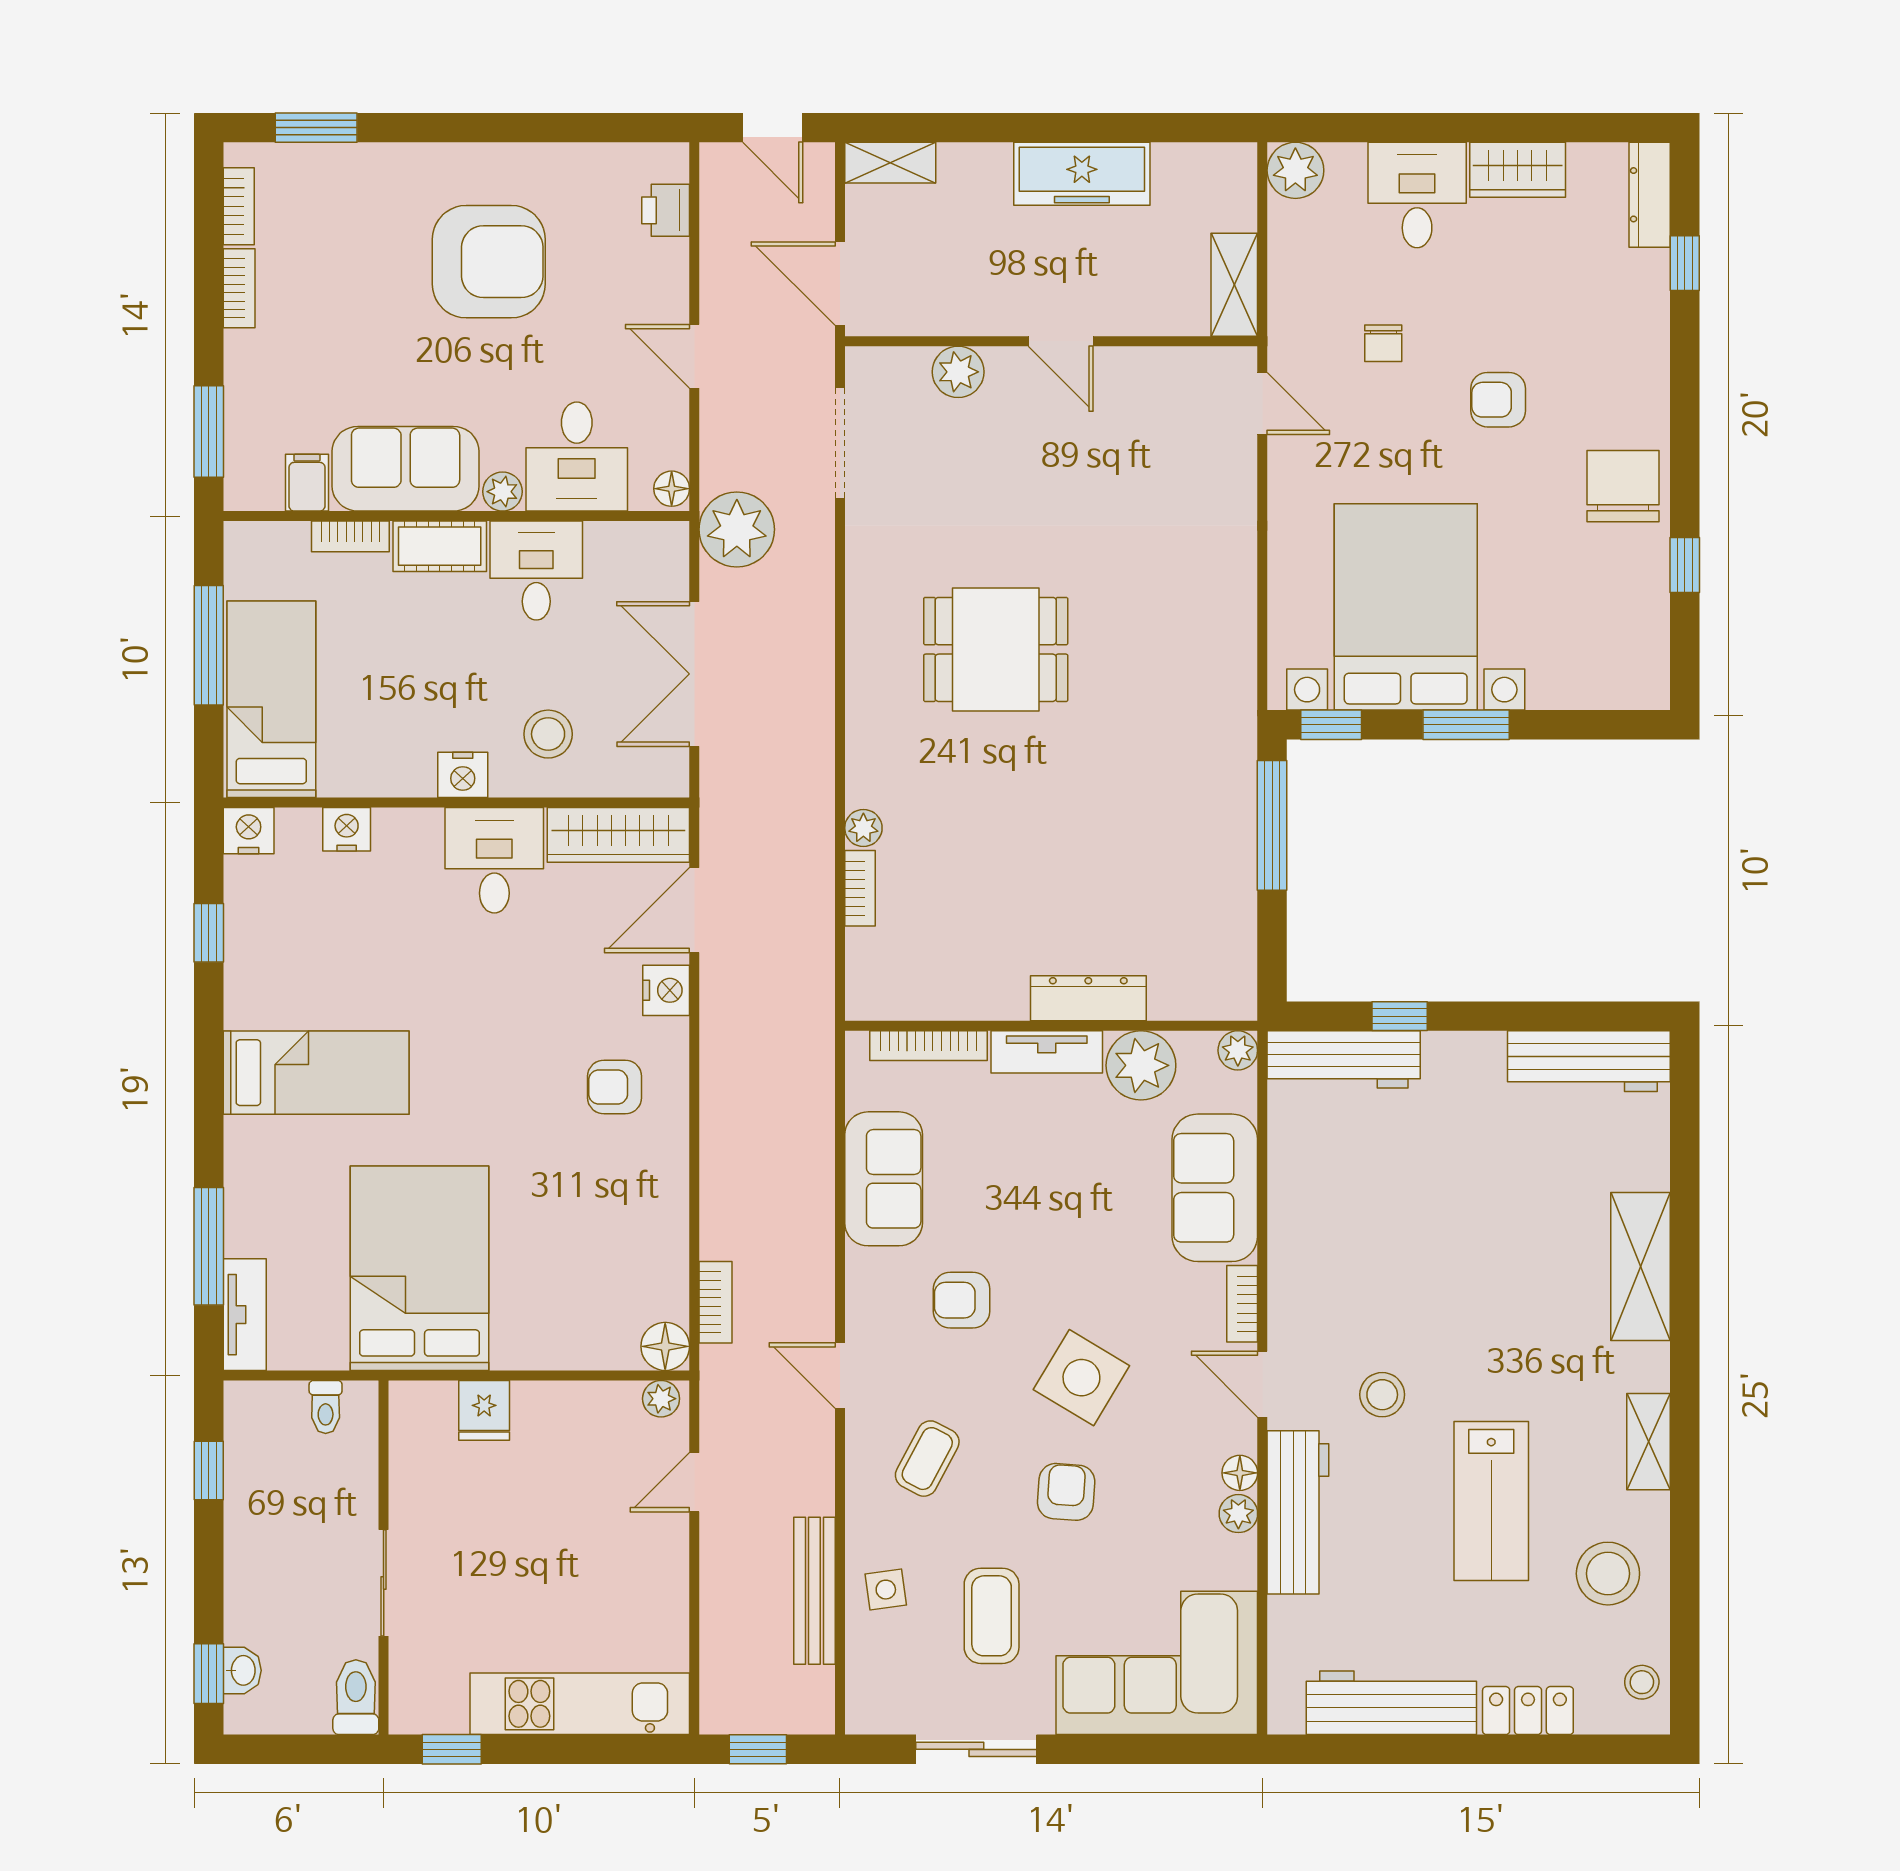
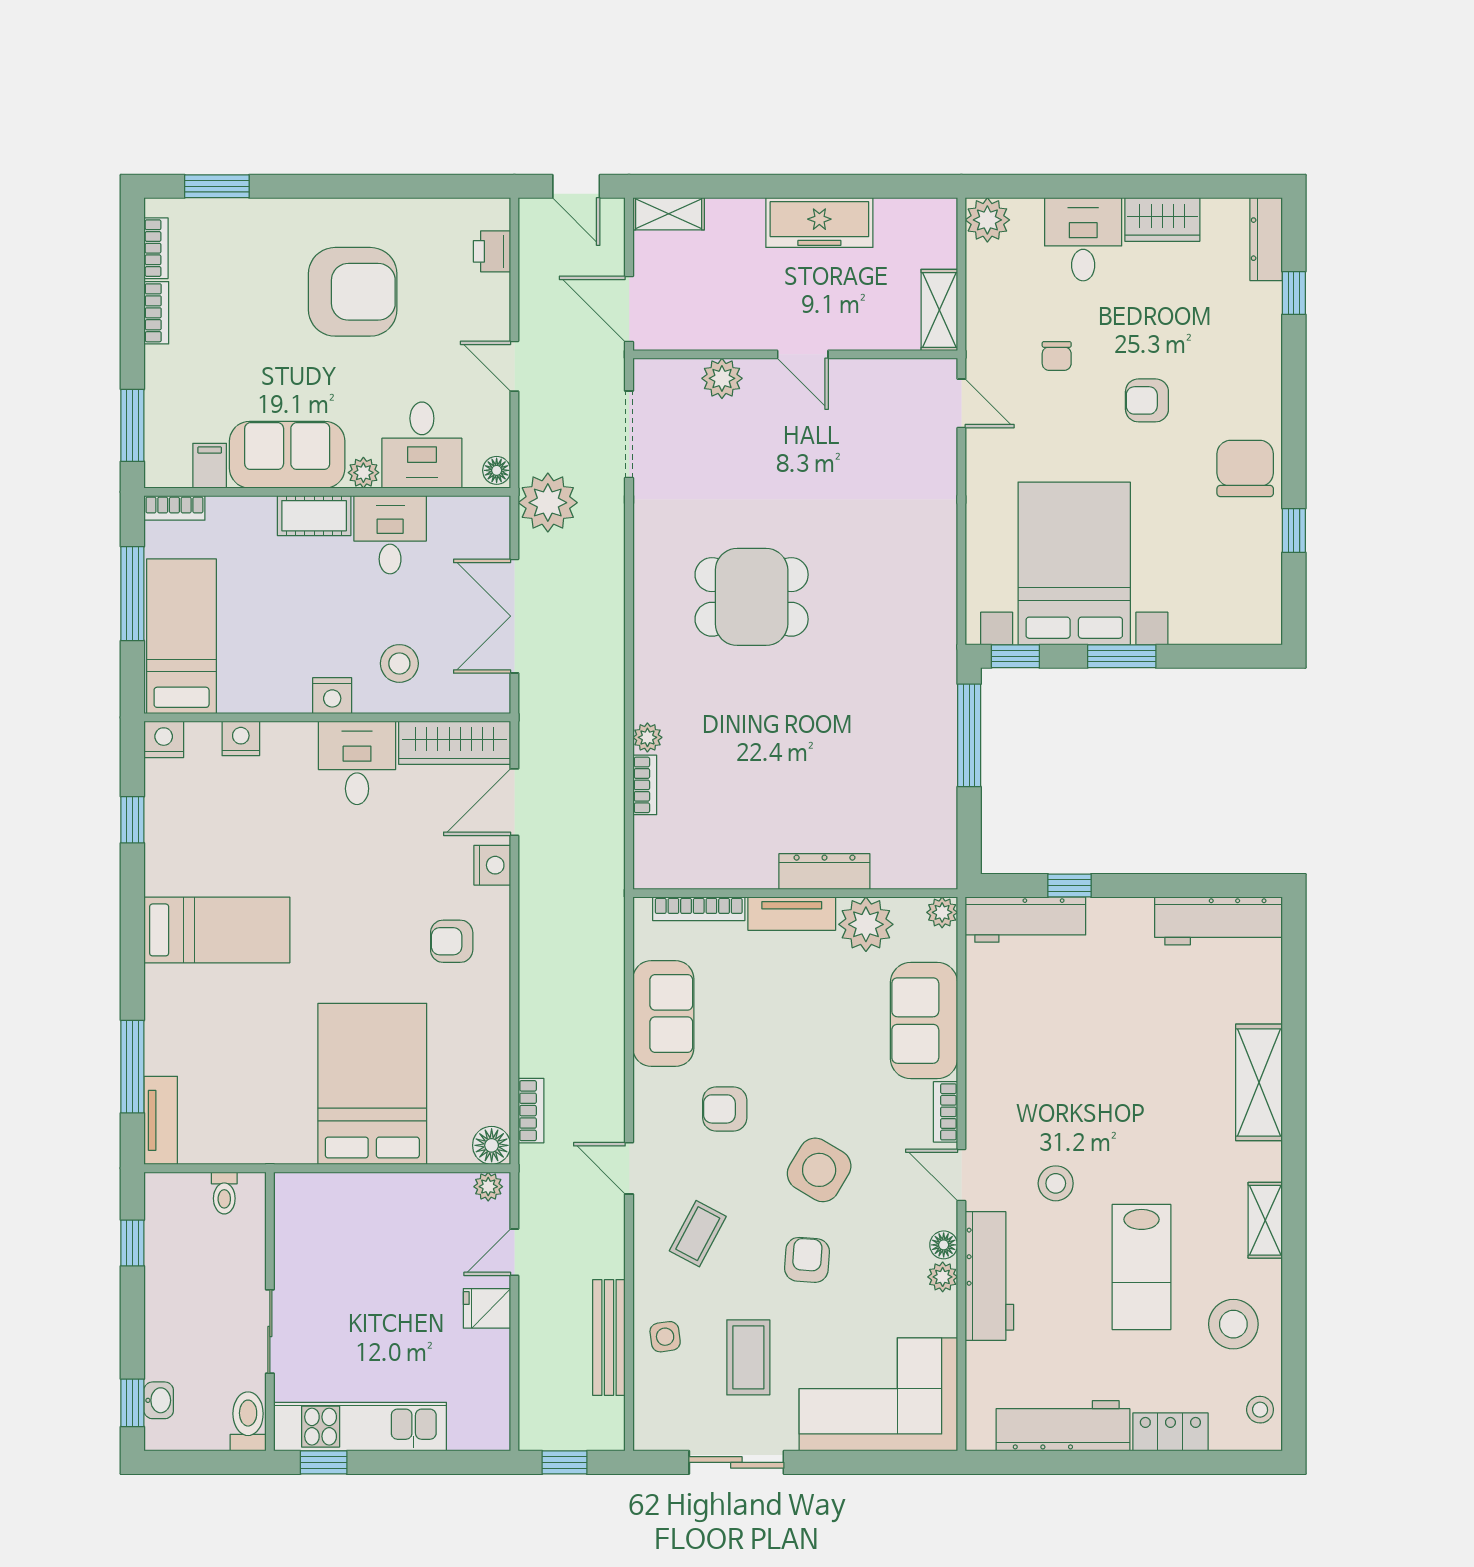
bookcase: (350, 536) -> (174, 508), moved
bed: (420, 1268) -> (372, 1084), moved
fridge: (484, 1410) -> (487, 1308), moved, turned 90
kitchen unit: (580, 1704) -> (360, 1427), moved

